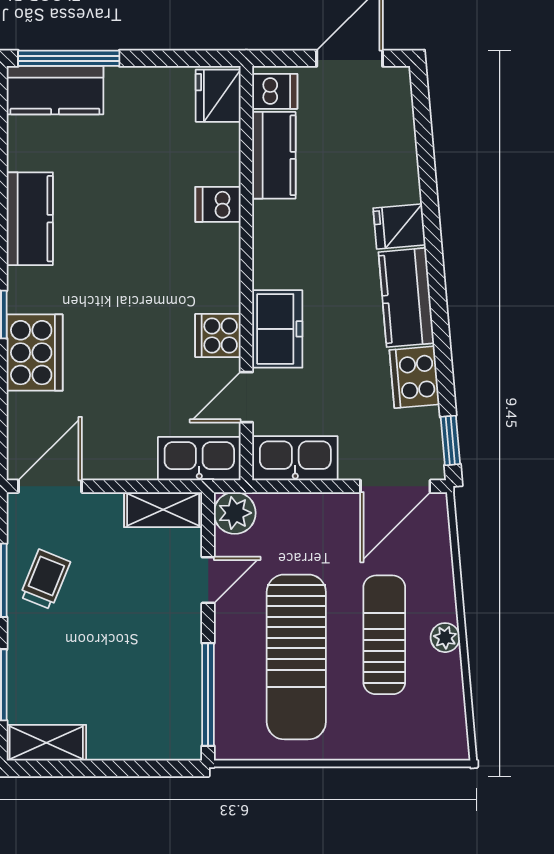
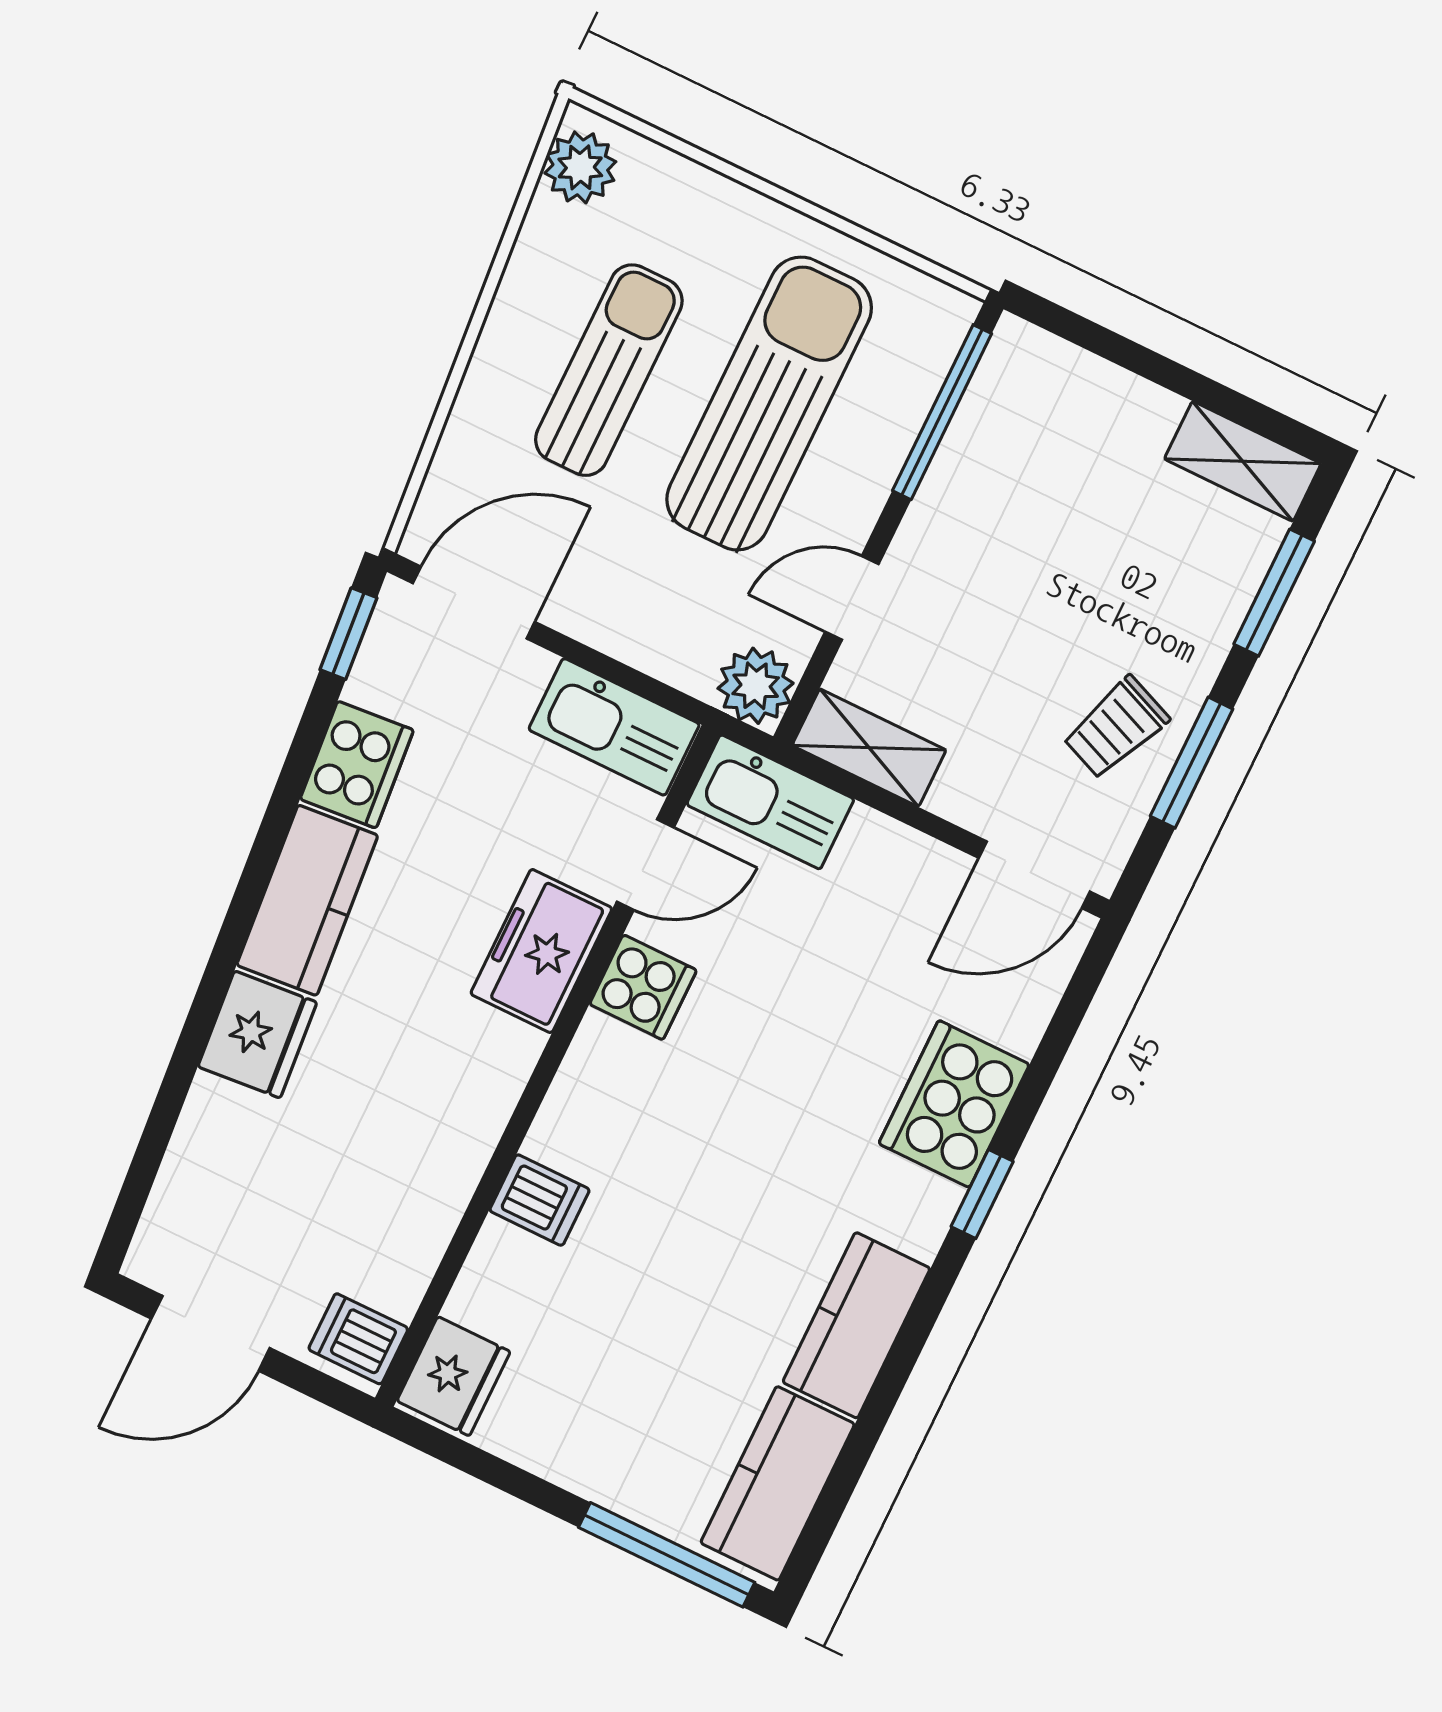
kitchen counter: (55, 90) -> (778, 1483), moved, turned -90
kitchen counter: (274, 155) -> (410, 1236), removed
fridge: (399, 227) -> (257, 1034), width x1.38
sun lounger: (384, 635) -> (609, 370), turned 180
plant: (445, 638) -> (580, 167), moved, width x1.38, depth x1.38

